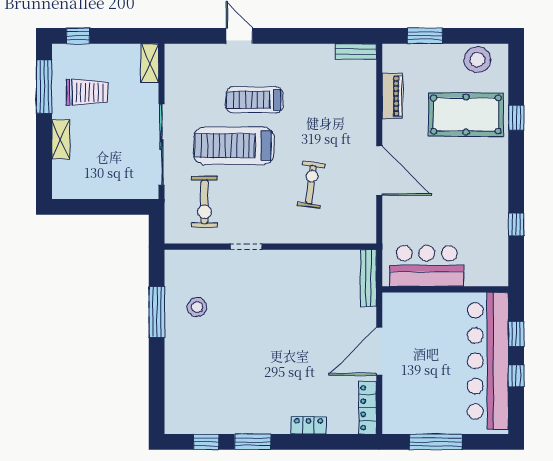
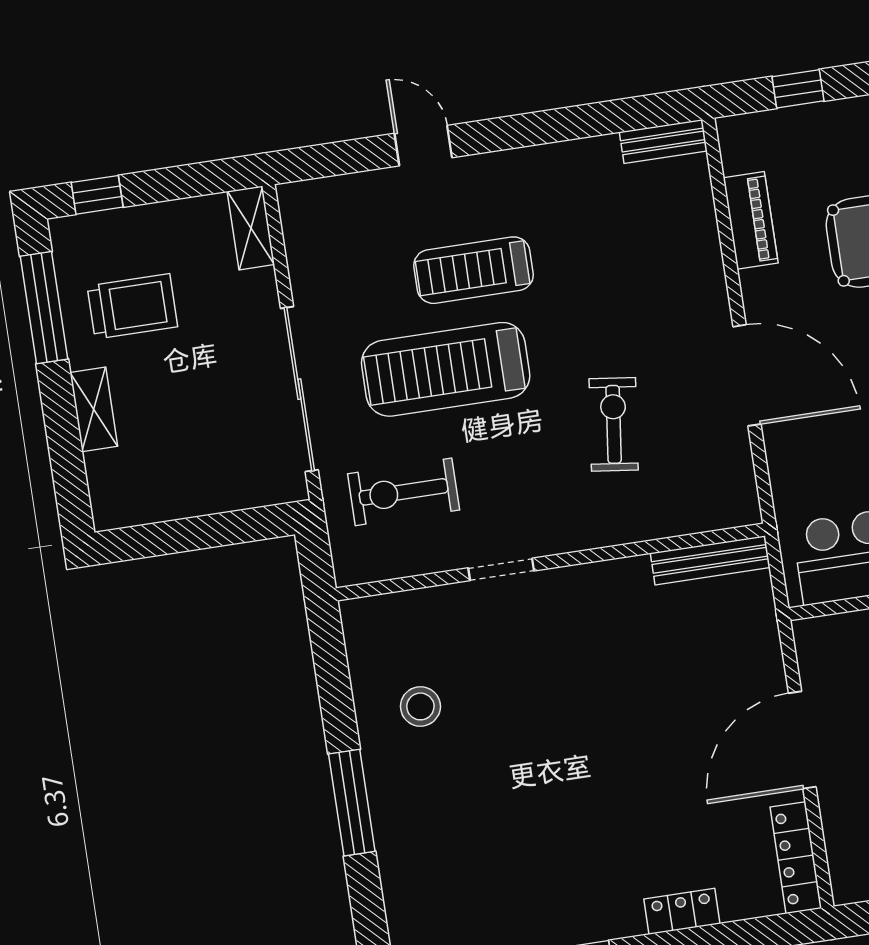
window: (425, 36) -> (798, 89), width x0.67
exercise bike: (205, 202) -> (404, 492), turned 90
bench: (368, 278) -> (710, 560), moved, turned 90
window: (157, 312) -> (352, 803), moved

